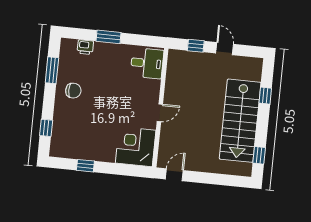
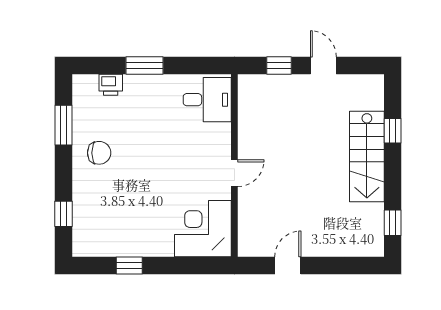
stairs: (240, 121) -> (367, 156), width x0.73, depth x0.66
door: (174, 175) -> (288, 266), moved

